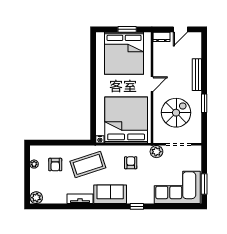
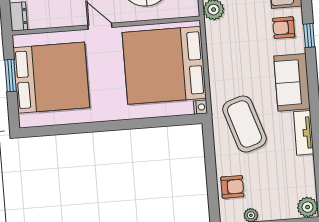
armchair: (131, 163) -> (284, 28), moved
armchair: (55, 165) -> (232, 187), moved

